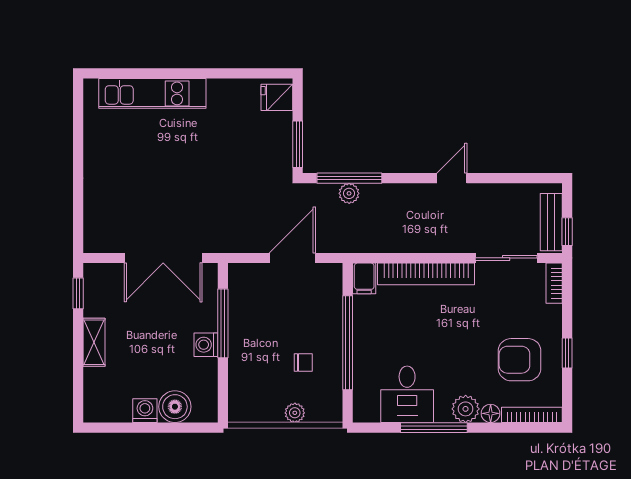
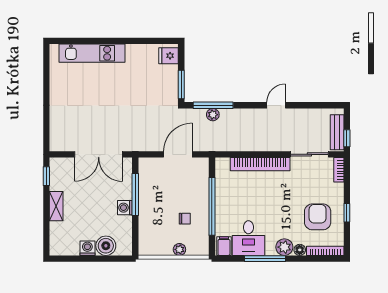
filing cabinet: (364, 278) -> (224, 246), moved, turned 180
armchair: (520, 360) -> (318, 217), turned 90

